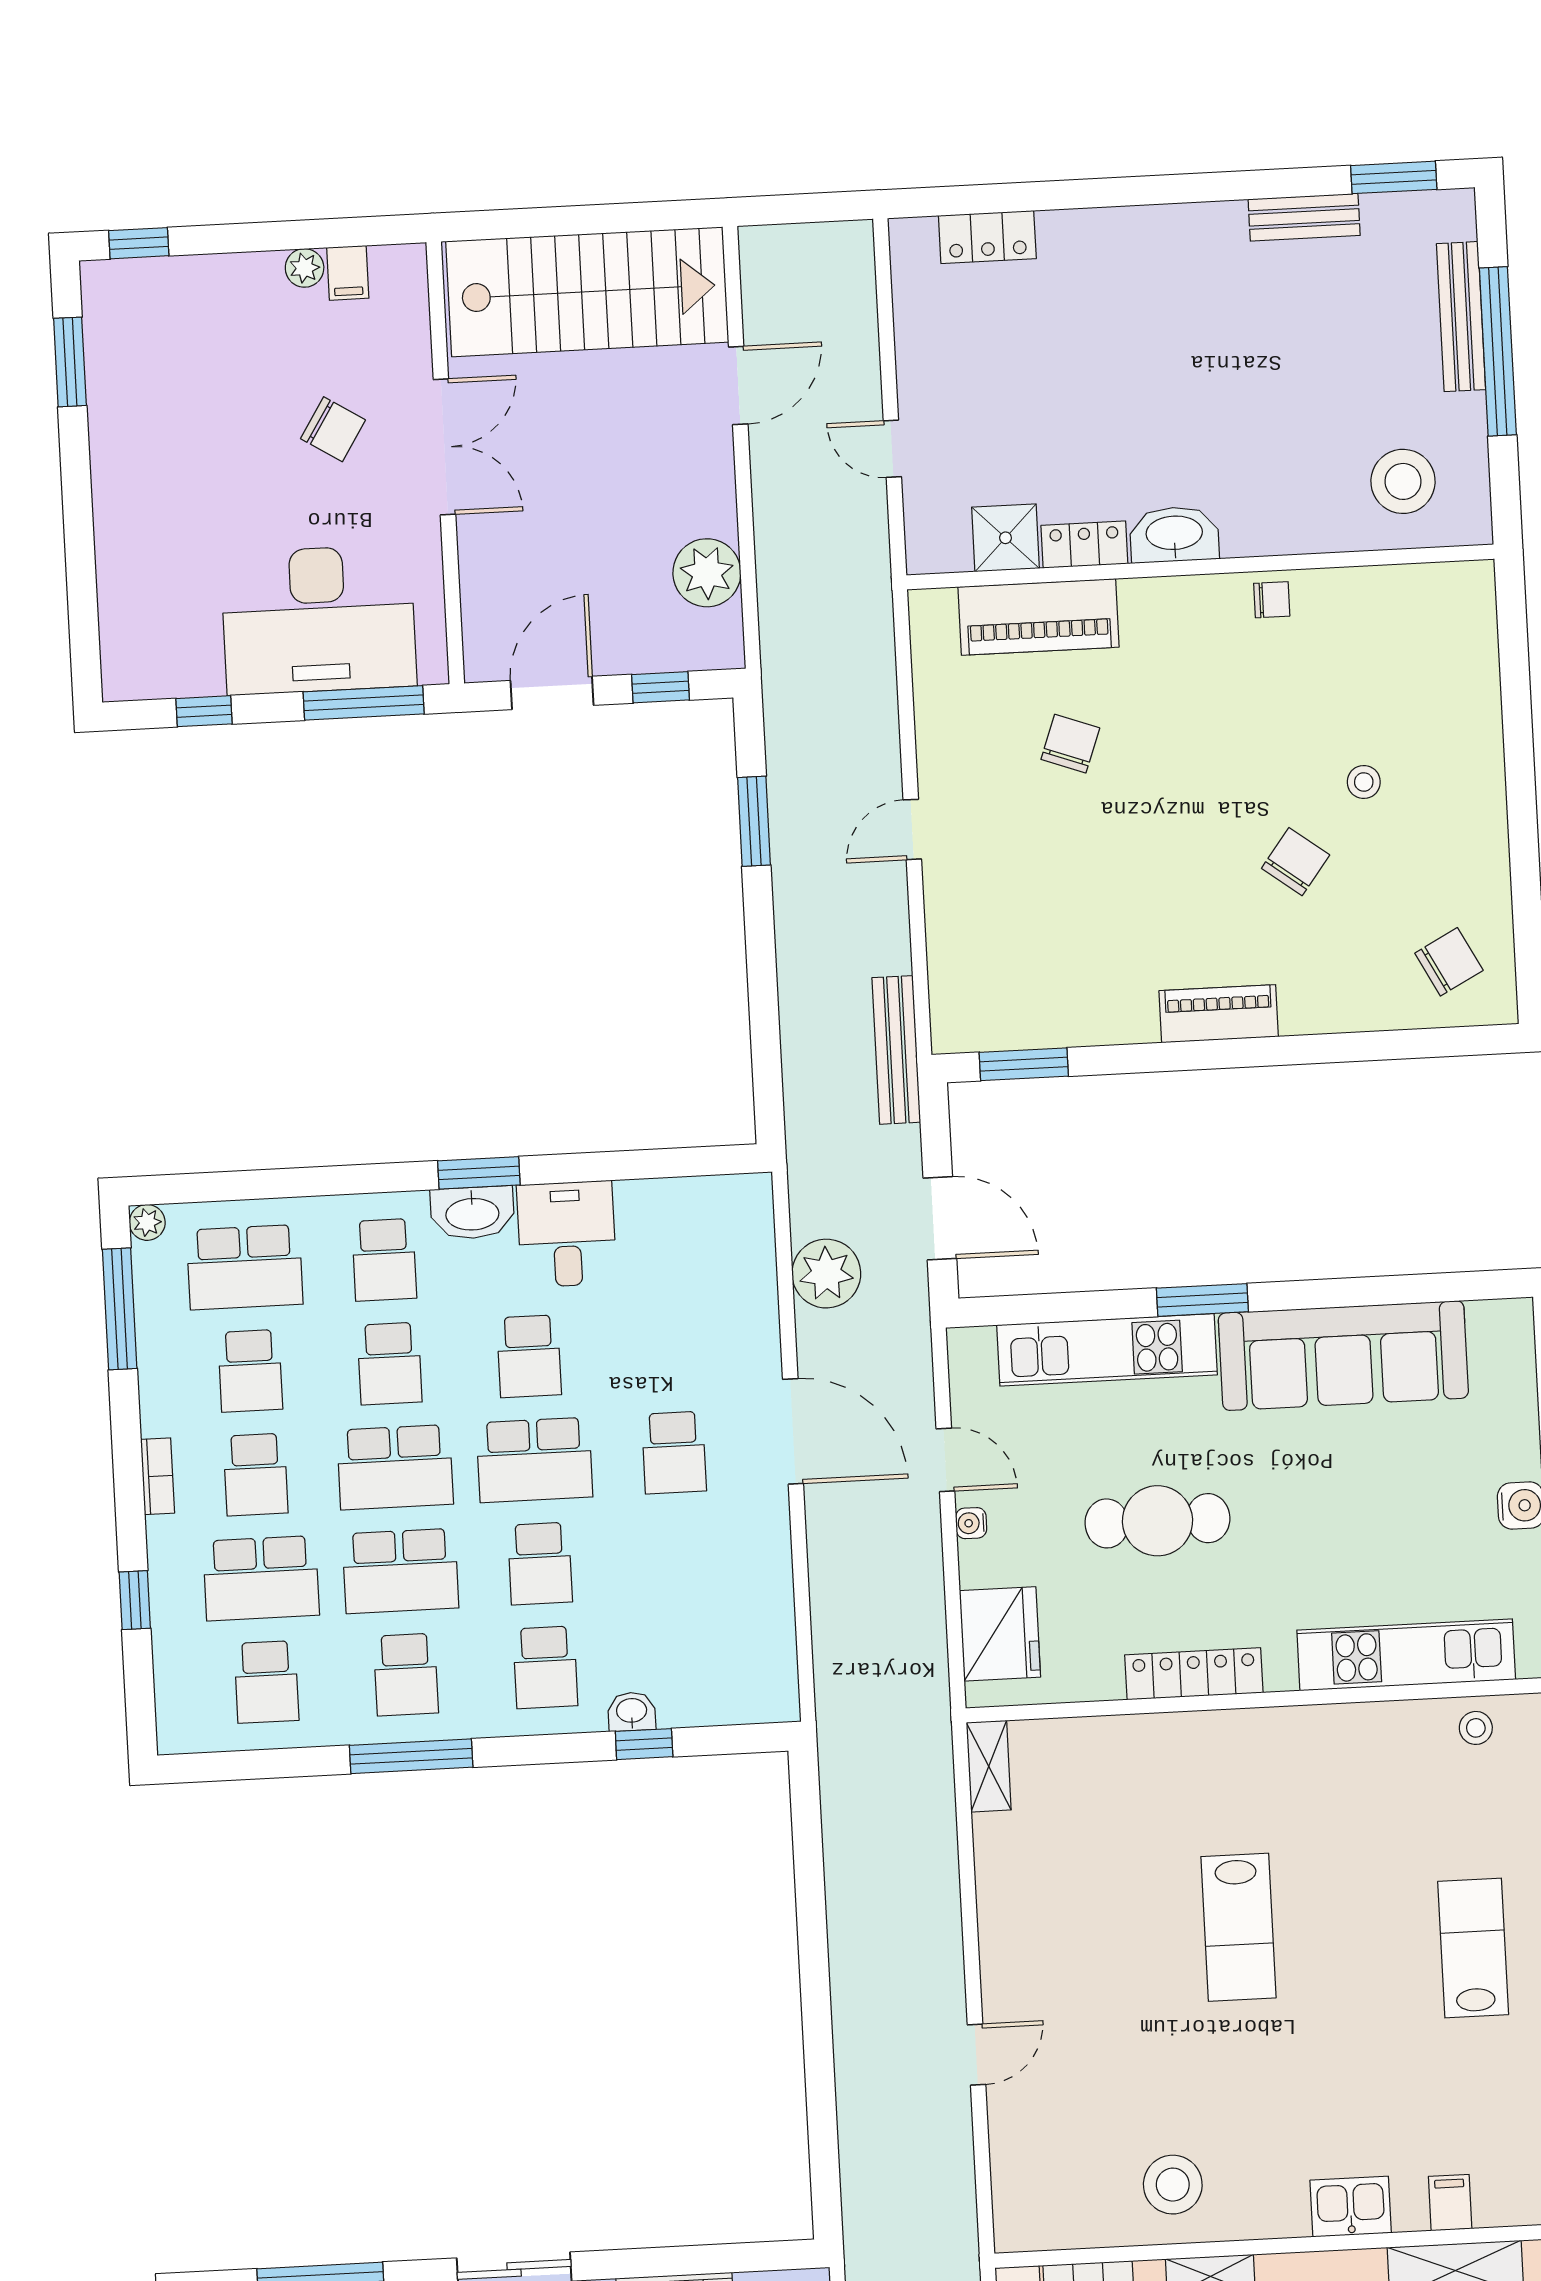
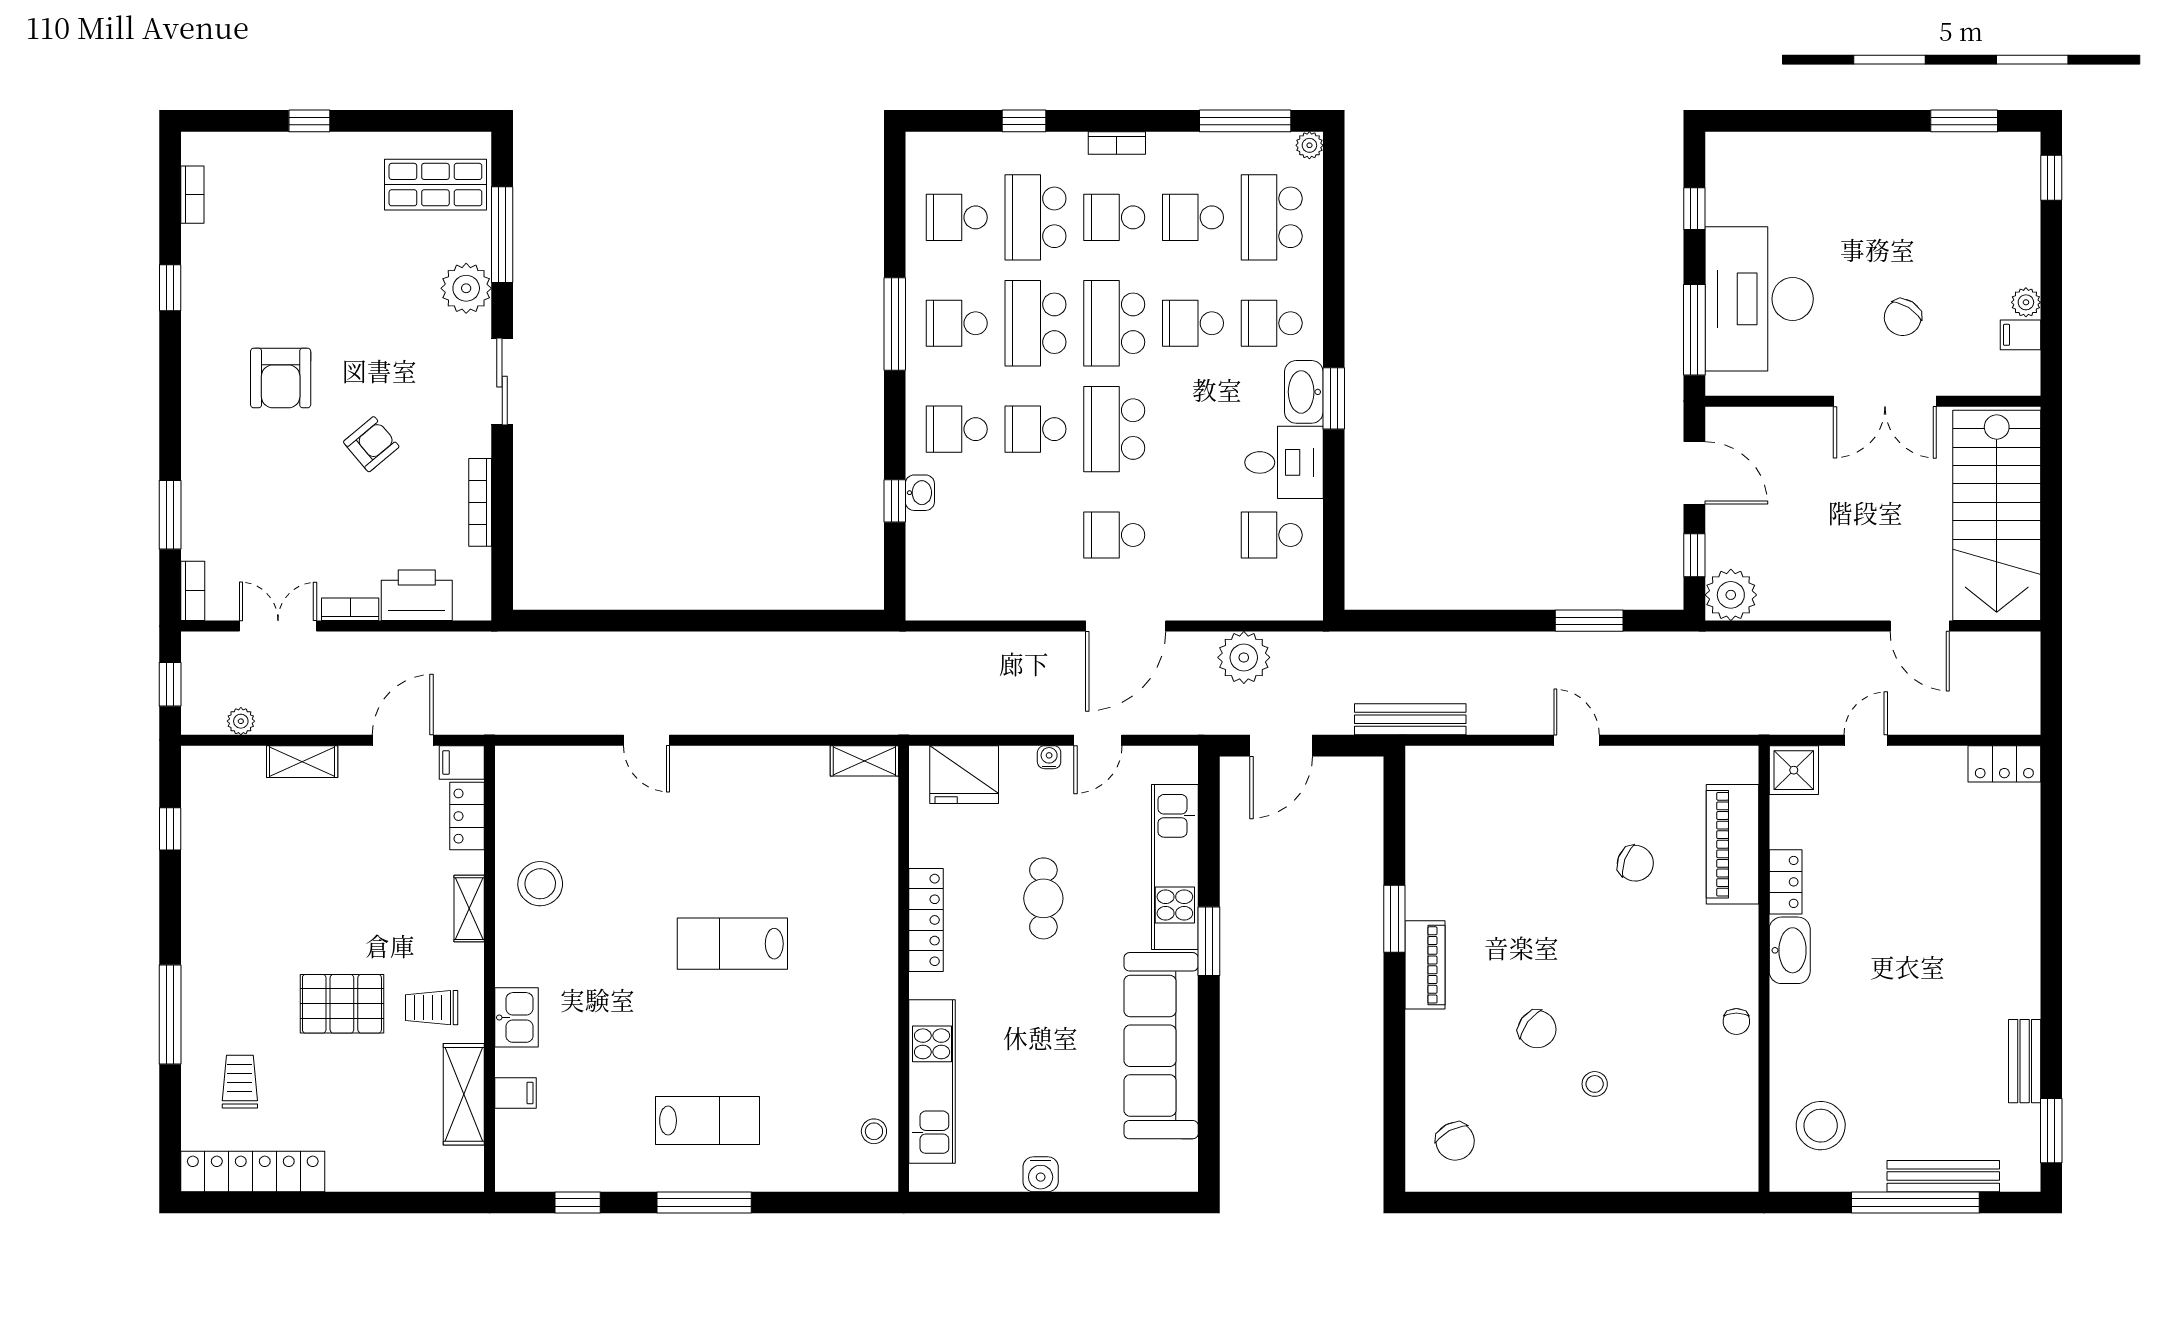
locker: (987, 237) -> (2004, 764), moved, turned -90
shower: (1005, 538) -> (1794, 770), moved
plant: (707, 573) -> (1731, 595), moved
window: (1024, 1064) -> (1394, 919), moved
school desk: (529, 1356) -> (1272, 535), moved
cafe table: (1157, 1521) -> (1043, 898), width x0.73, depth x0.74

